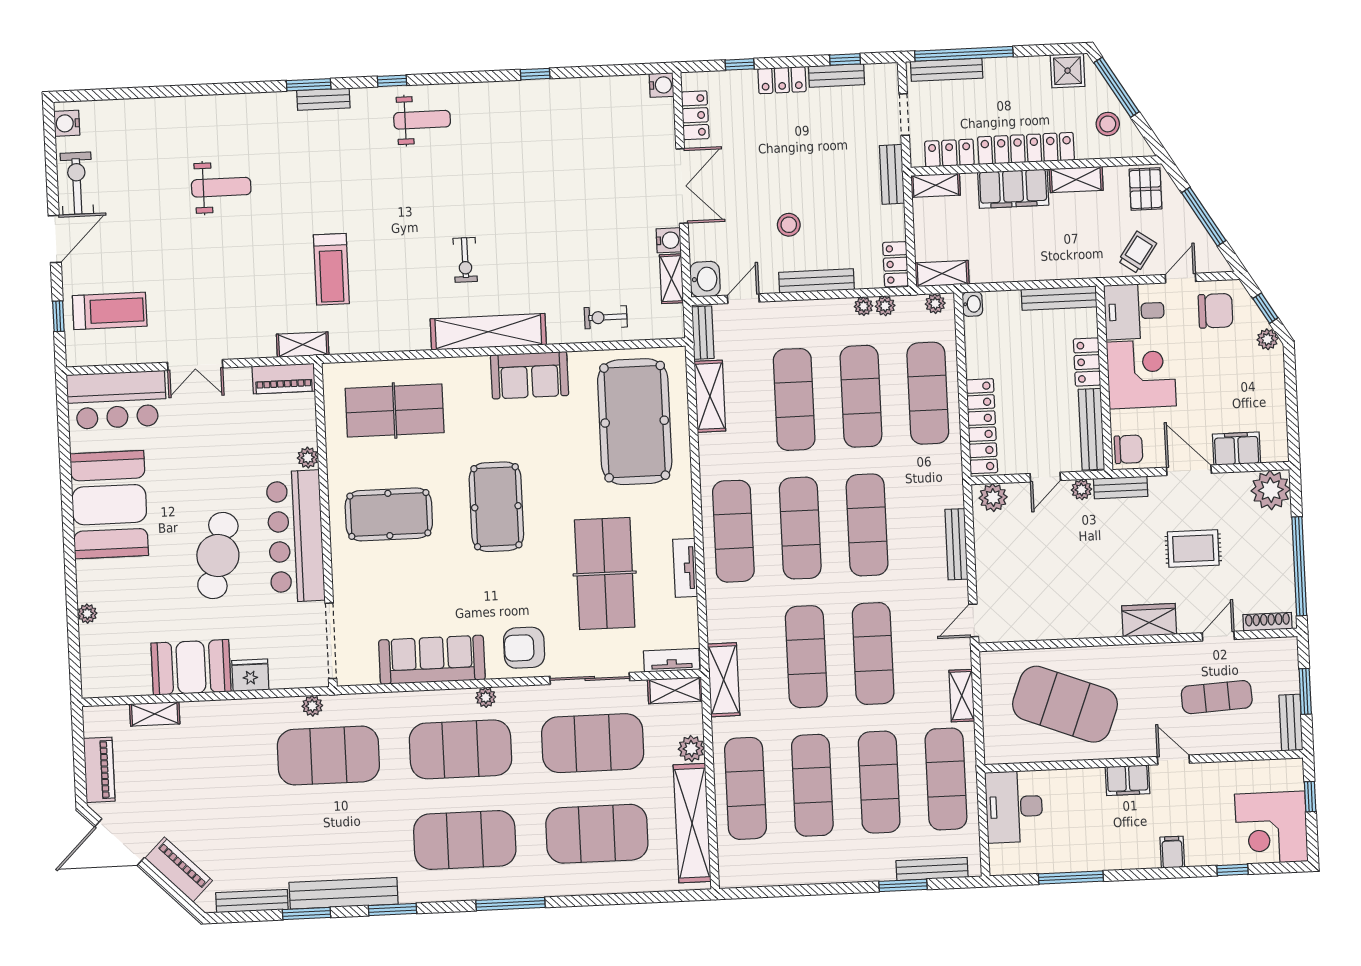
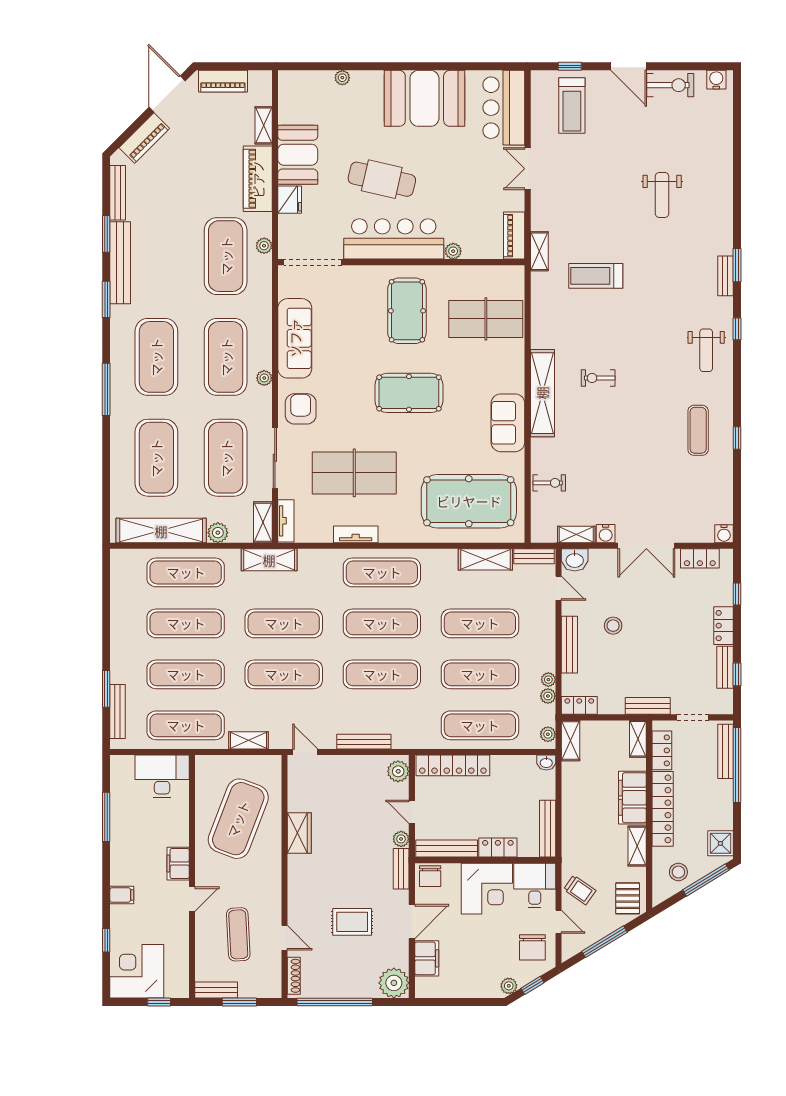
exercise mat: (528, 125) -> (698, 430), added
pallet: (1145, 189) -> (628, 898), turned 90
exercise bike: (606, 317) -> (549, 483), turned 90
table tennis table: (395, 411) -> (486, 319), turned 90
rug: (1193, 549) -> (352, 922), turned 90
wardrobe: (1149, 620) -> (299, 833), moved
piano: (225, 718) -> (258, 179), added

